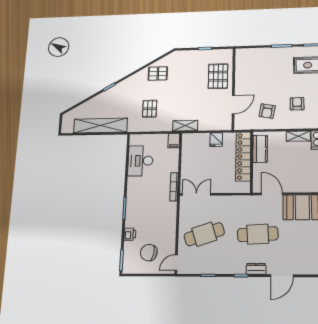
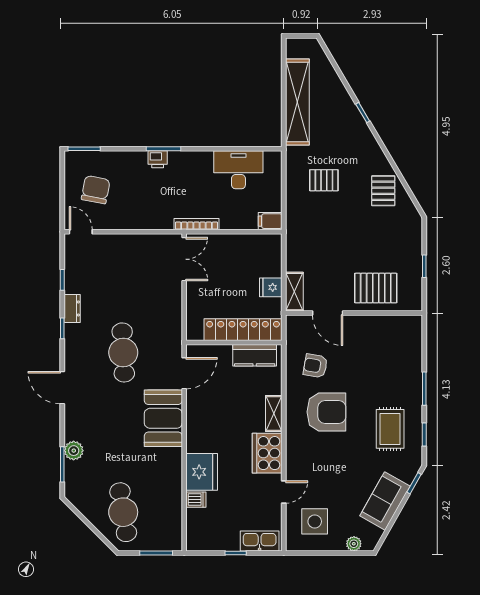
armchair: (297, 104) -> (326, 412), width x1.88, depth x1.88
shelving: (185, 126) -> (294, 292), moved
printer: (130, 234) -> (158, 159), moved
cafe table: (204, 234) -> (123, 273), removed
dresser: (256, 269) -> (72, 308), moved

